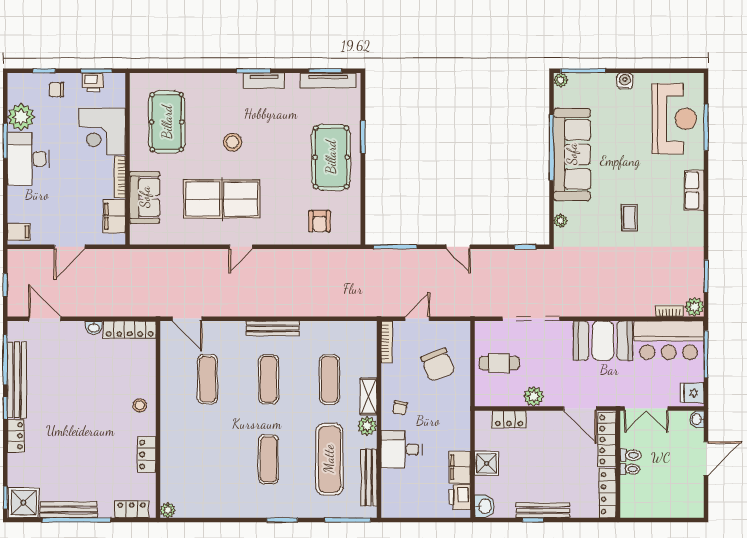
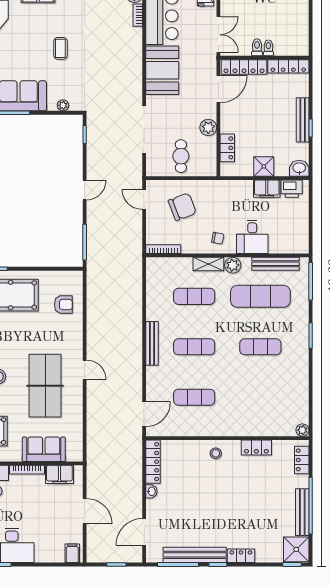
coffee table: (629, 218) -> (60, 48), turned 90
door: (417, 319) -> (144, 199), moved

